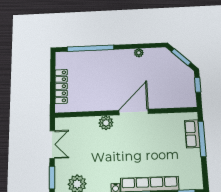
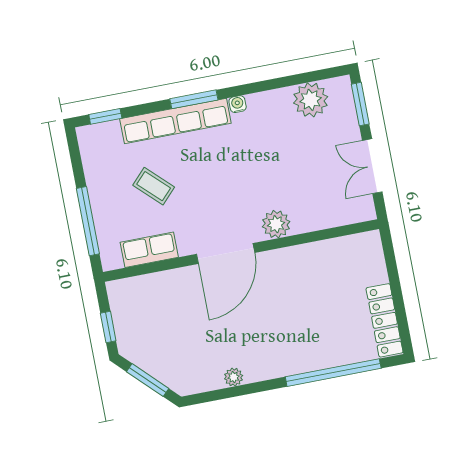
locker: (61, 86) -> (385, 320), moved
row of seats: (192, 134) -> (149, 250), moved, turned -90
coffee table: (166, 152) -> (154, 186), added

